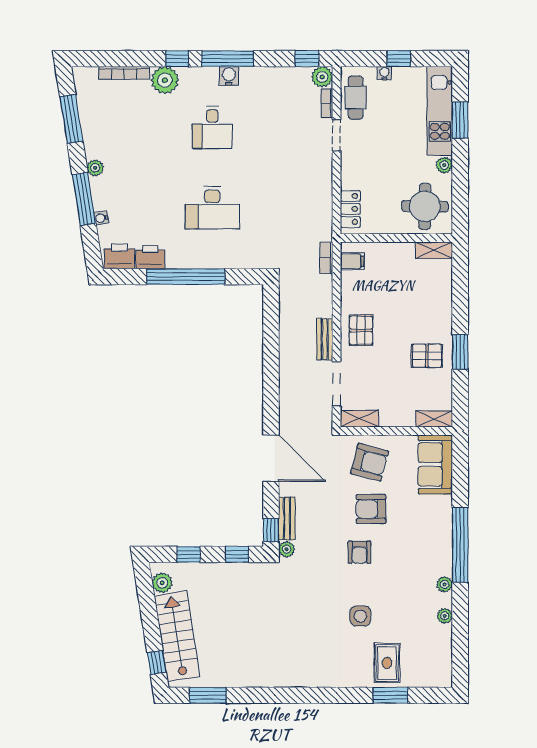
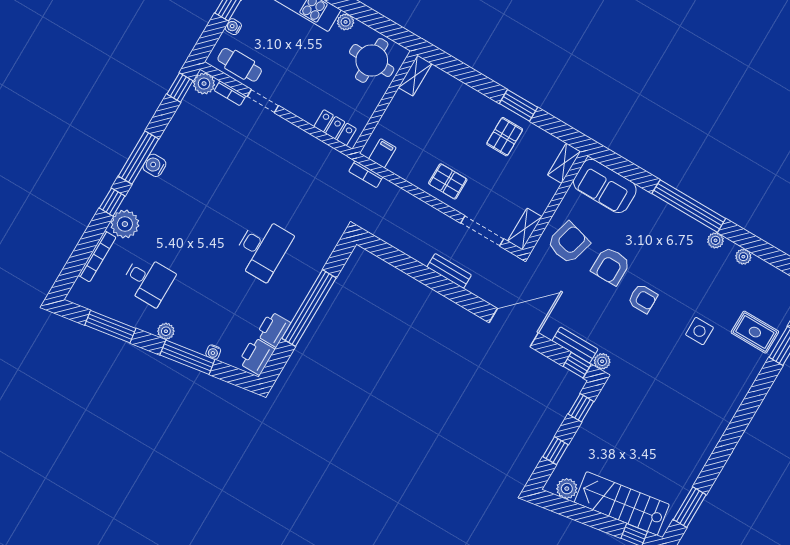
desk: (212, 127) -> (148, 280), moved
bench: (325, 339) -> (449, 271), moved

